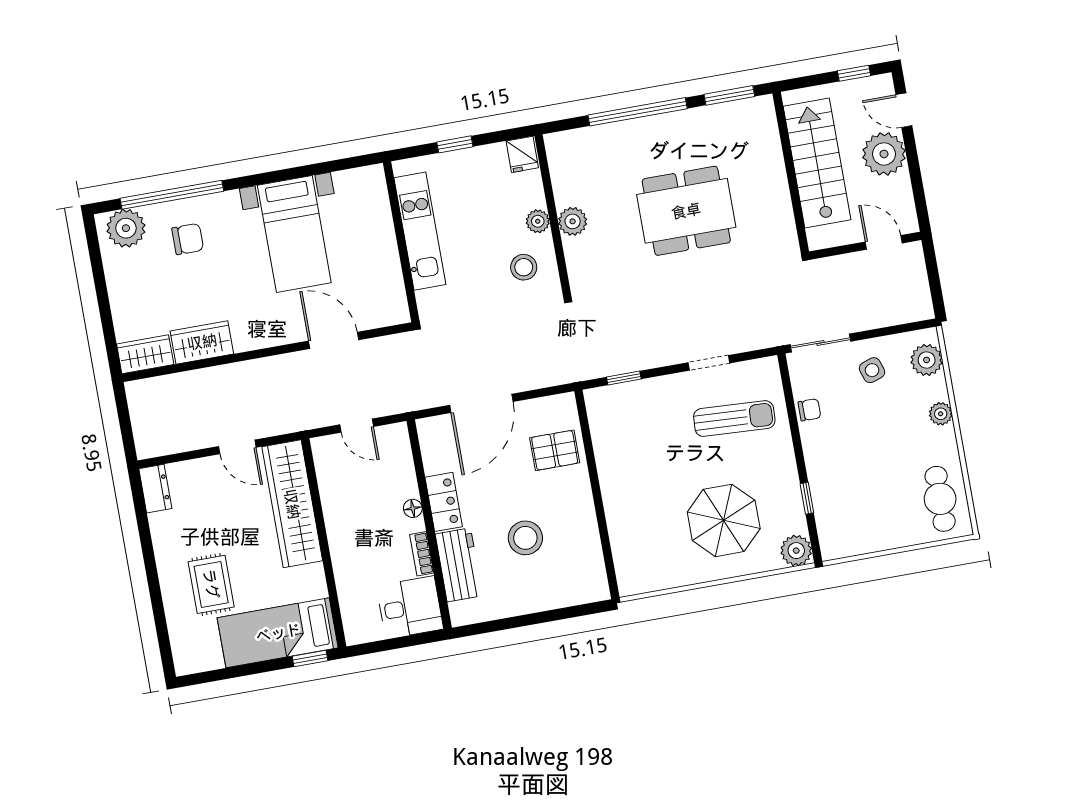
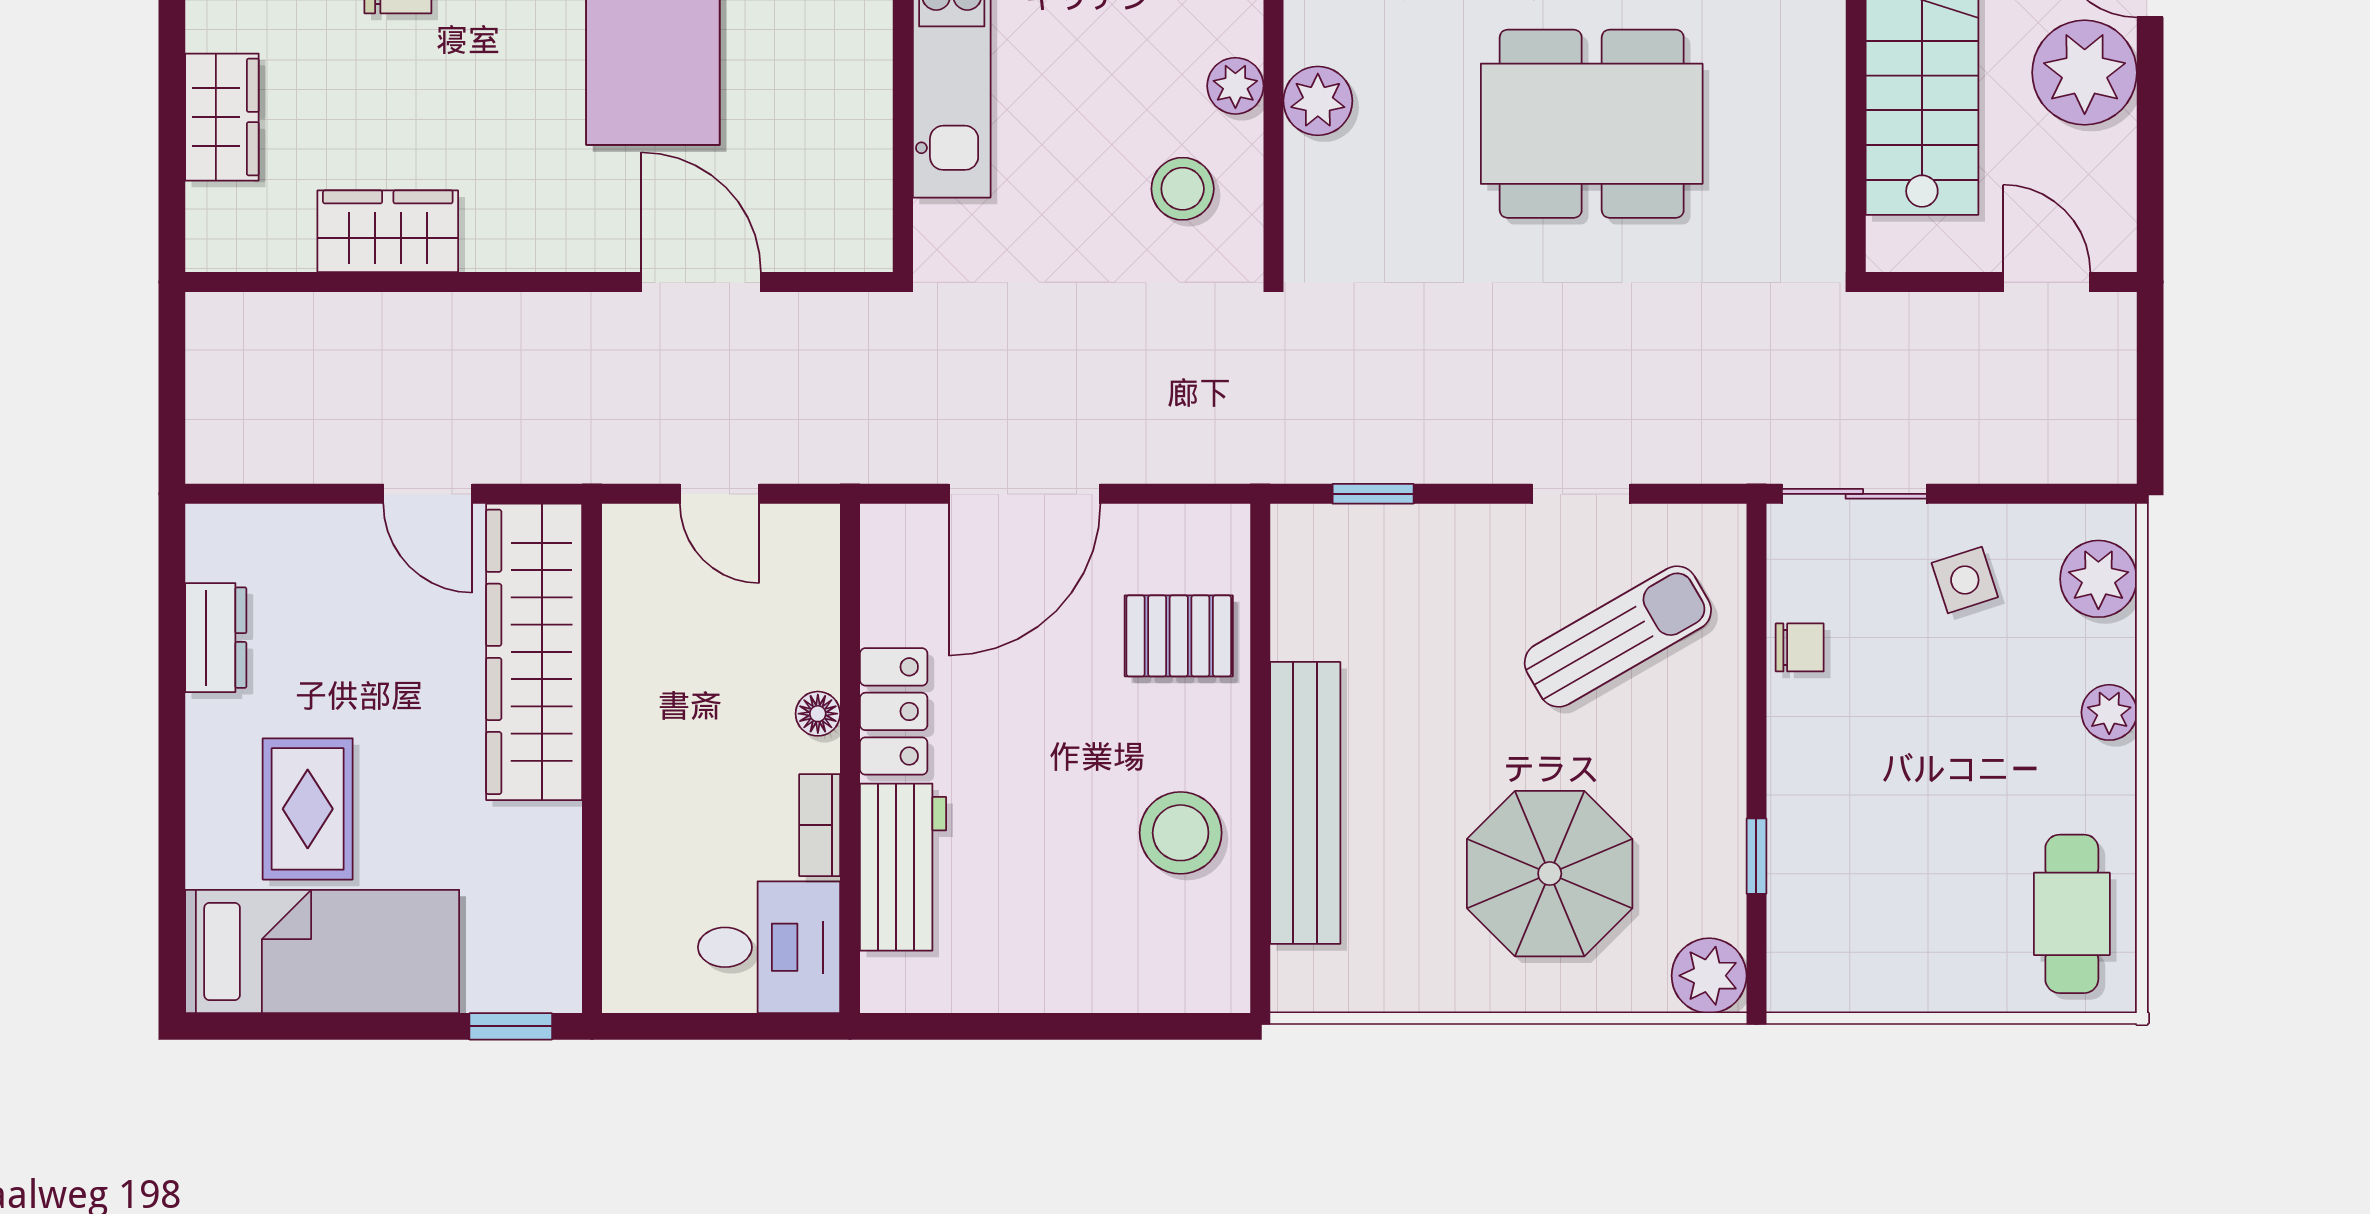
wardrobe: (145, 354) -> (222, 117), moved, turned 90
sun lounger: (734, 419) -> (1618, 637), turned -33
dresser: (155, 489) -> (216, 638), moved
bench: (619, 509) -> (1305, 803), added
stool: (525, 538) -> (1181, 833), moved
bed: (278, 633) -> (322, 951), moved, turned 180

